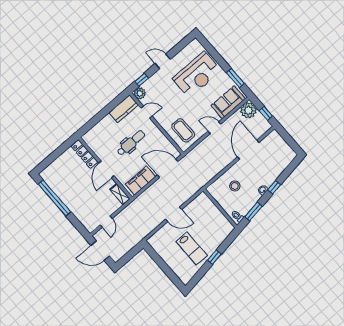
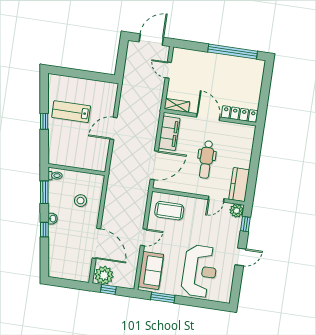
reception desk: (197, 75) -> (200, 271), turned 180
plant: (248, 110) -> (104, 275), moved

